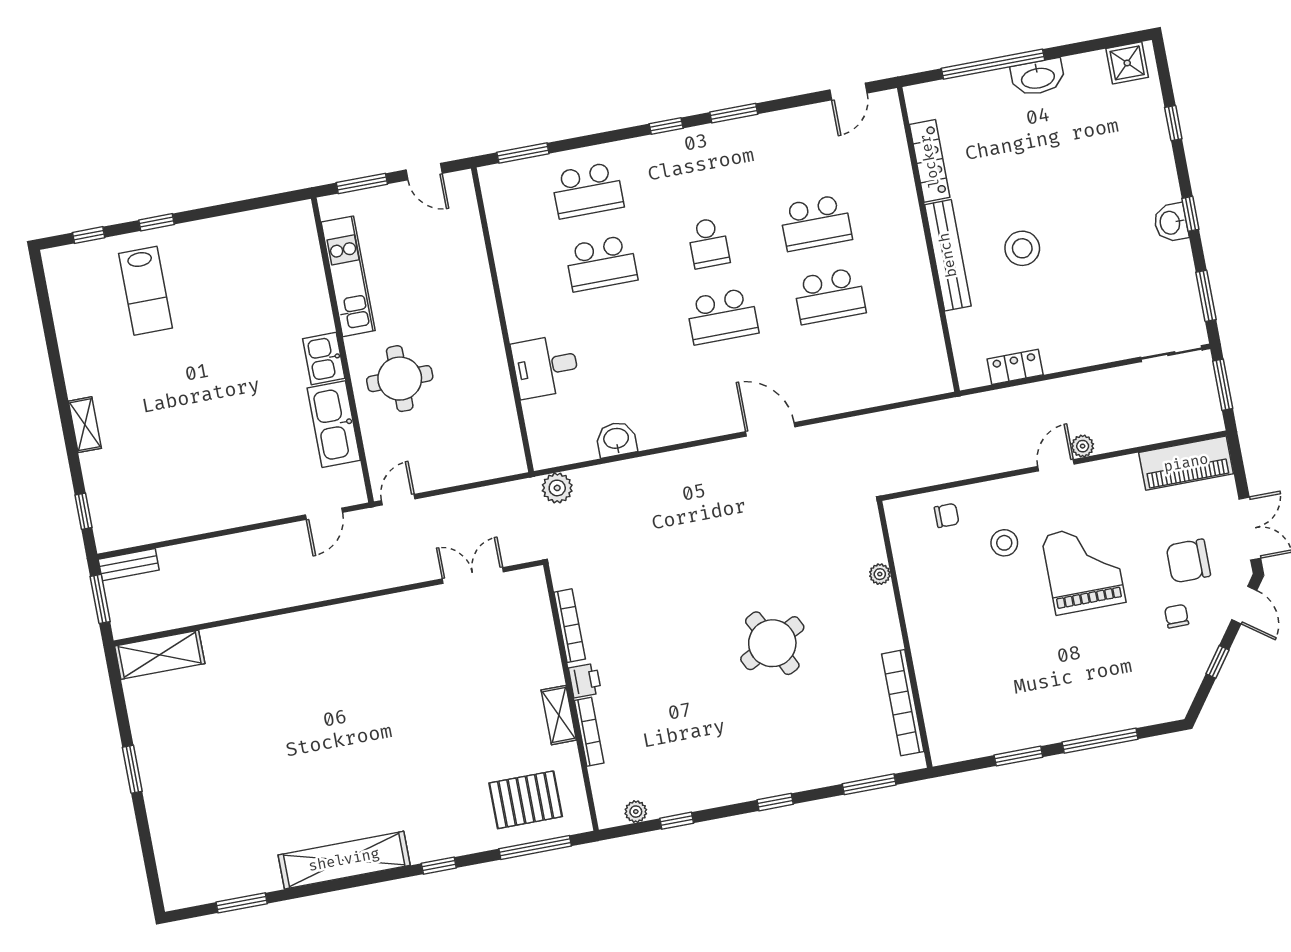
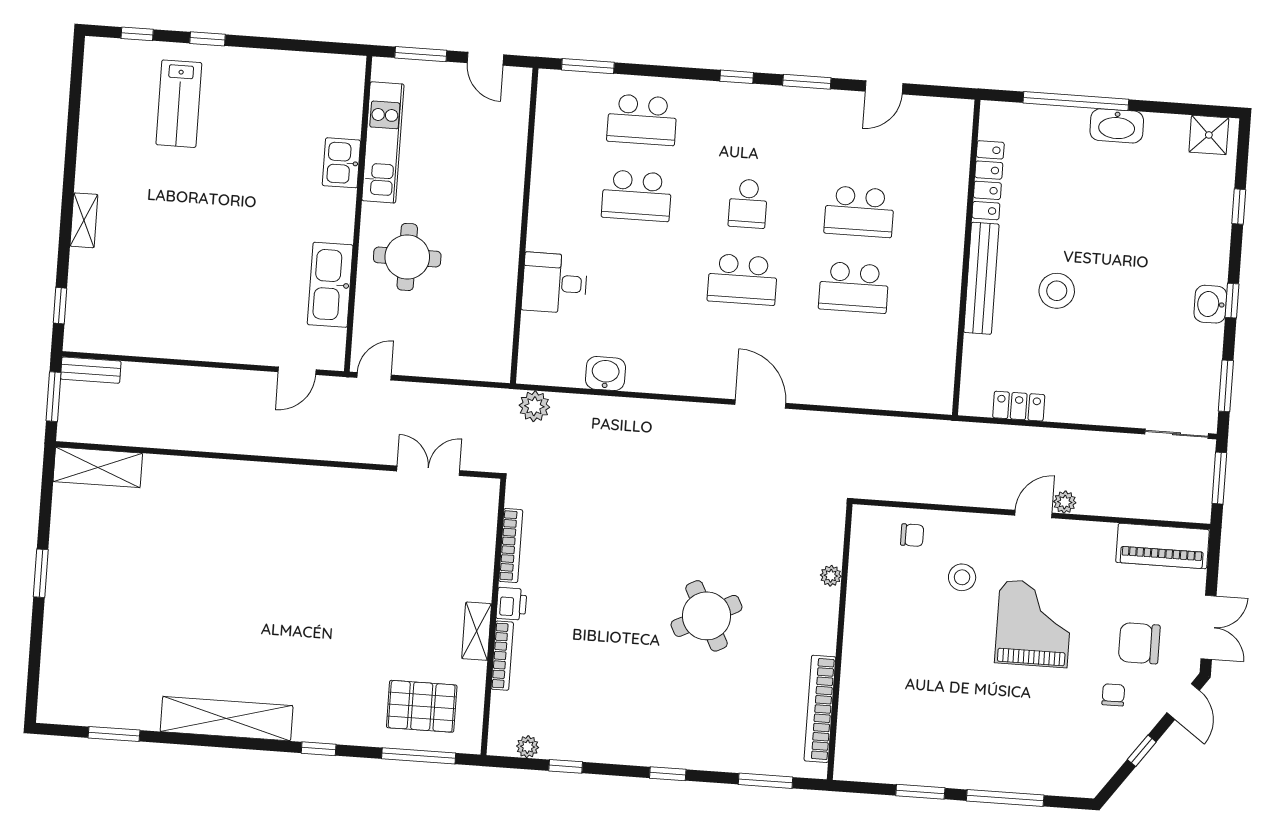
door: (848, 91) -> (884, 87), moved
kitchen sink: (324, 358) -> (341, 163), moved

